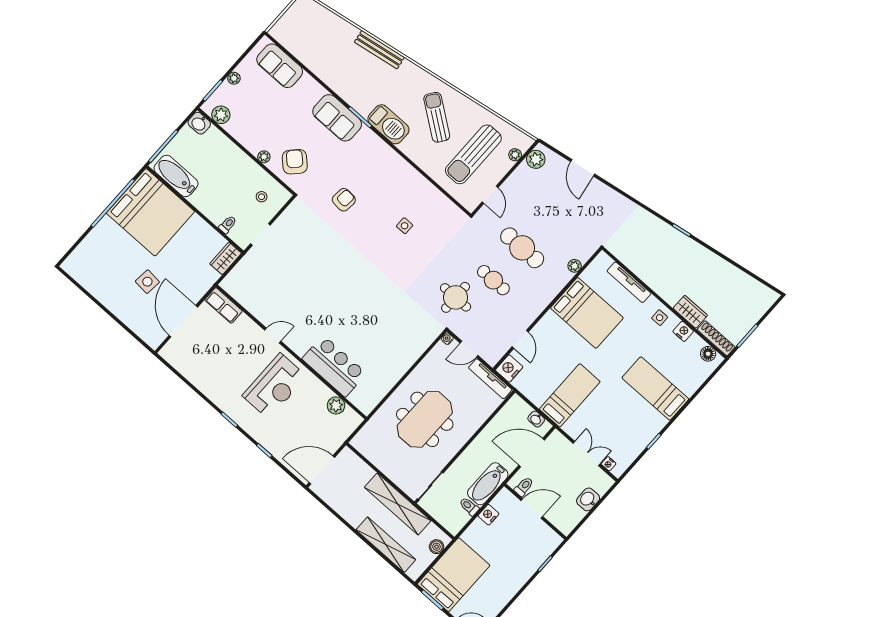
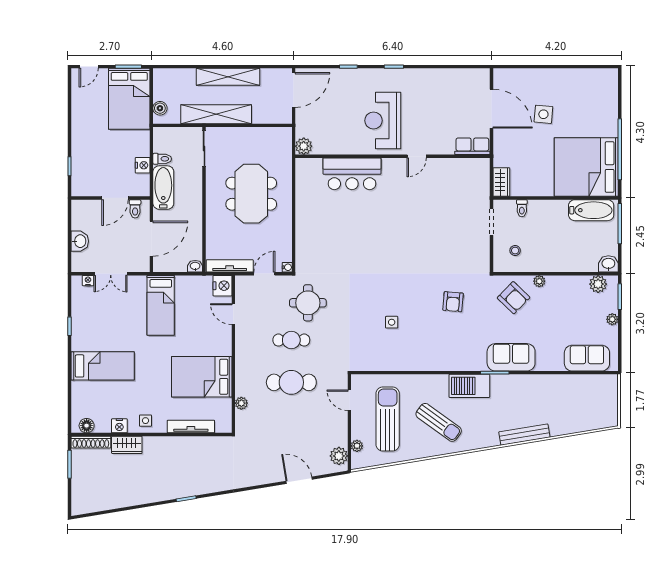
plant: (336, 405) -> (304, 146), moved
washbasin: (536, 419) -> (195, 266), moved
shelving: (386, 545) -> (228, 77), moved

